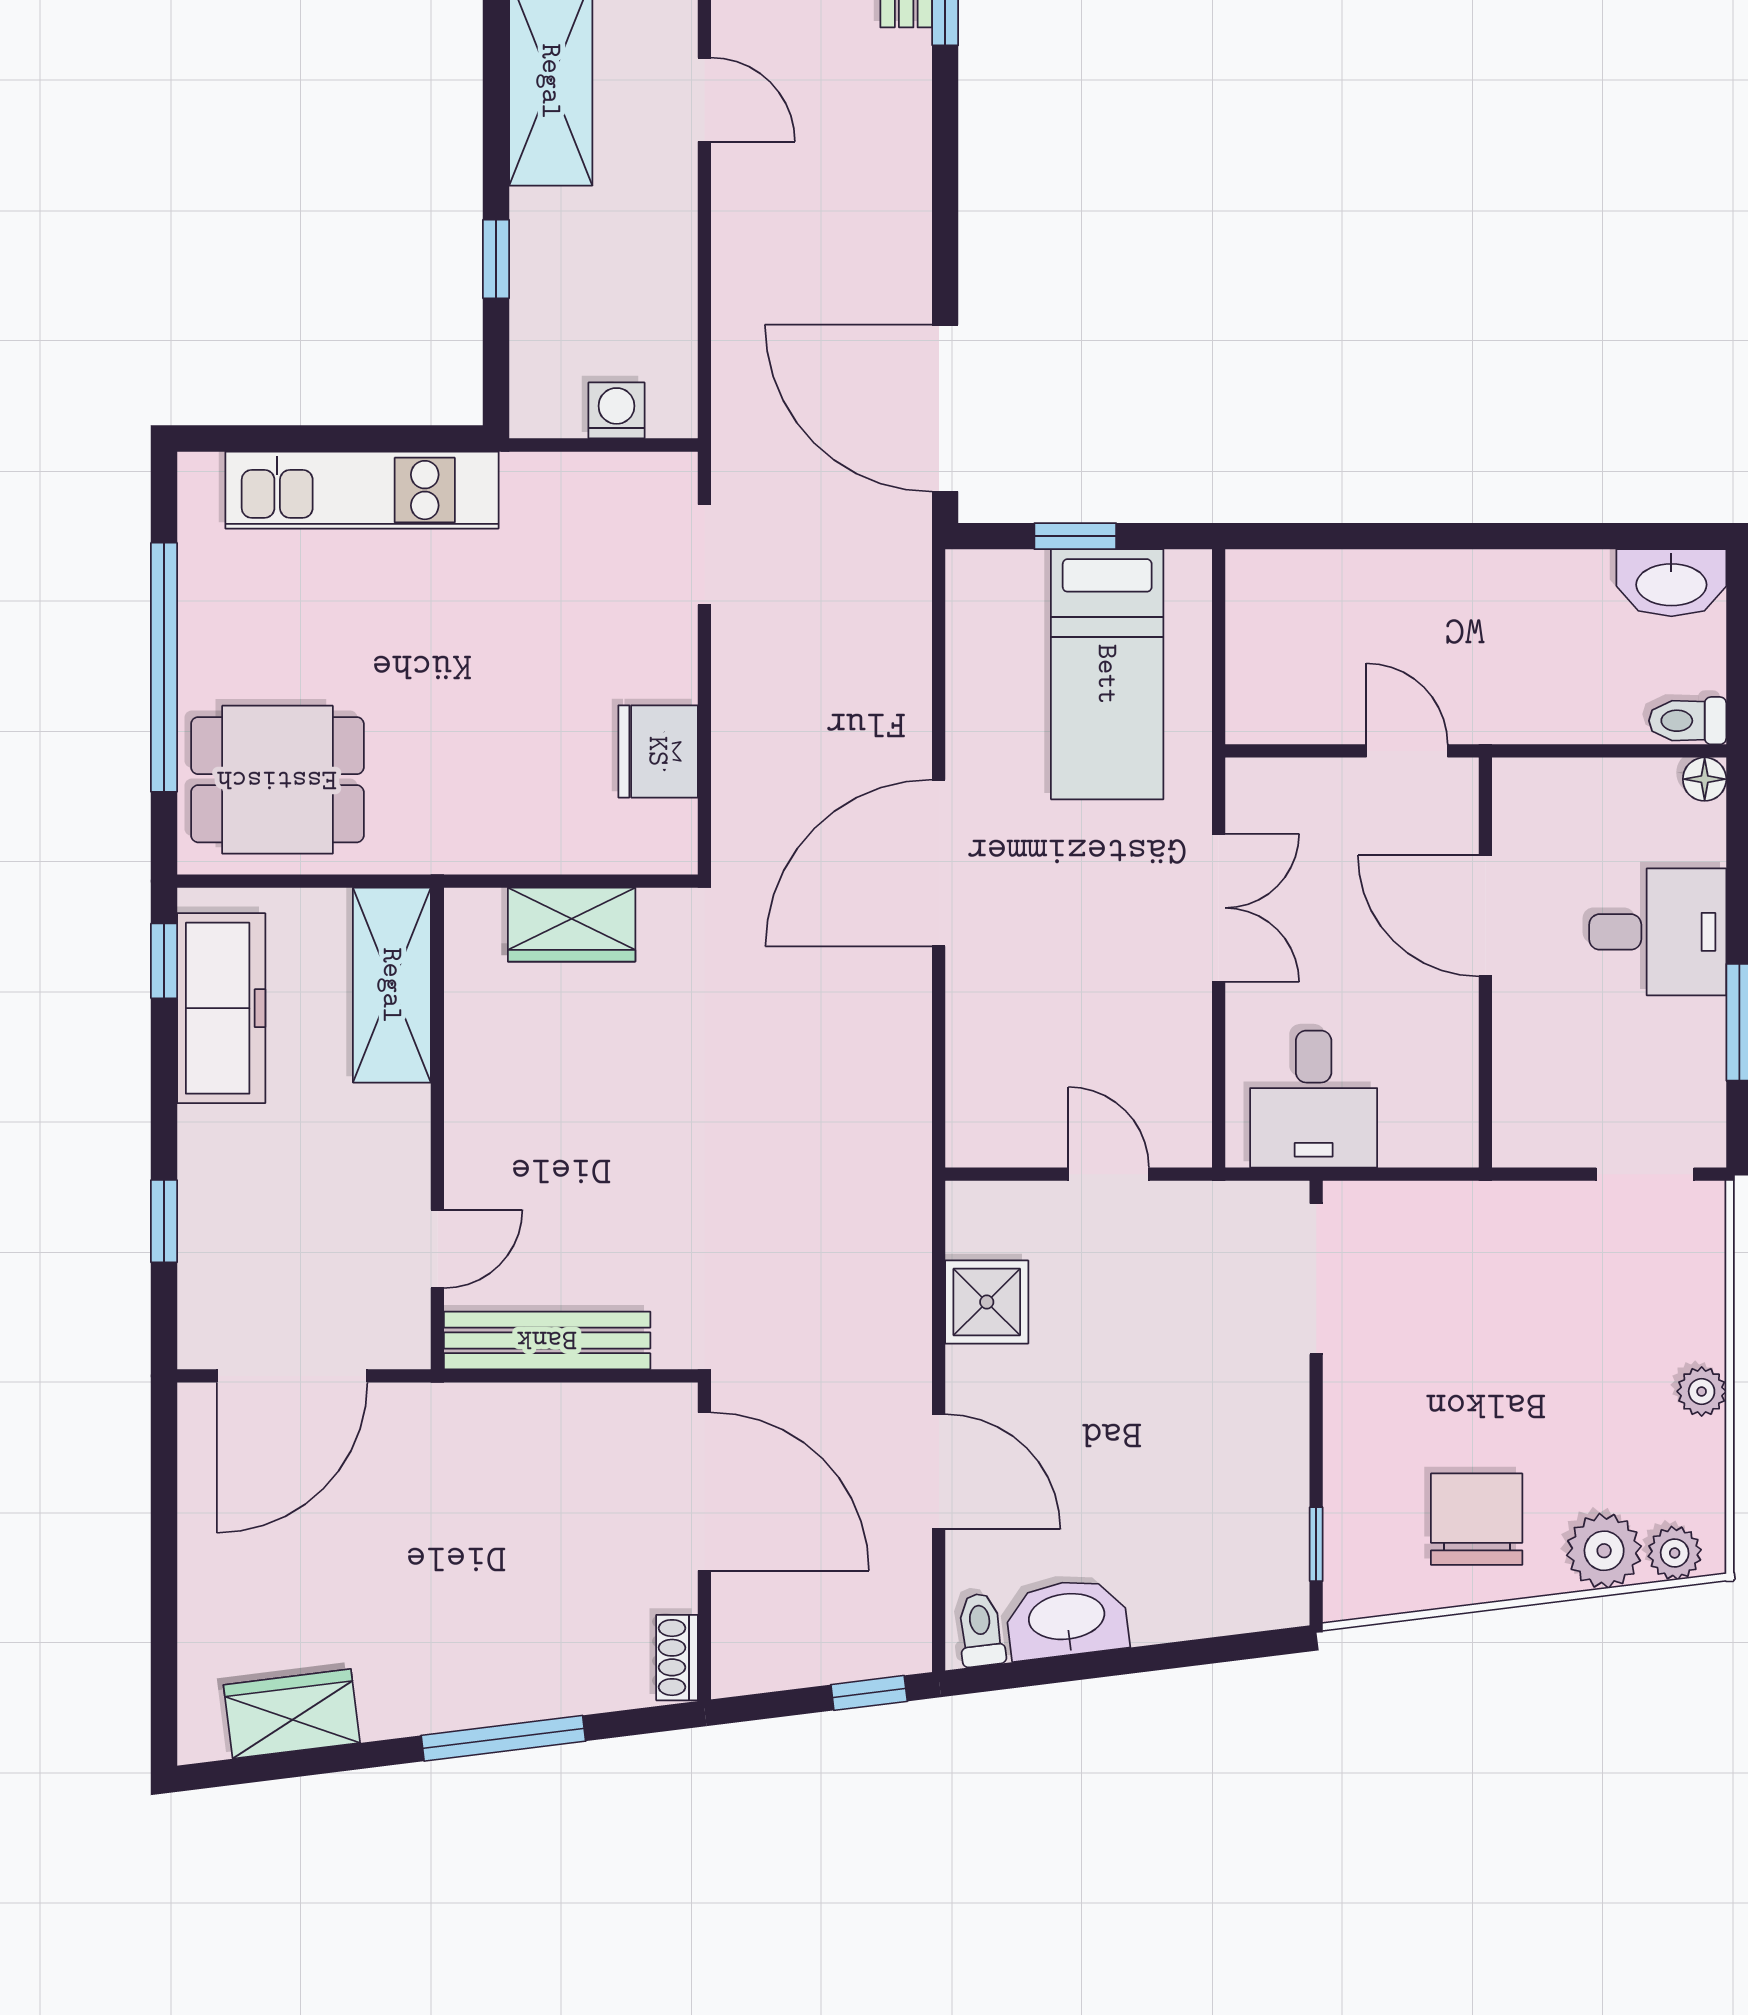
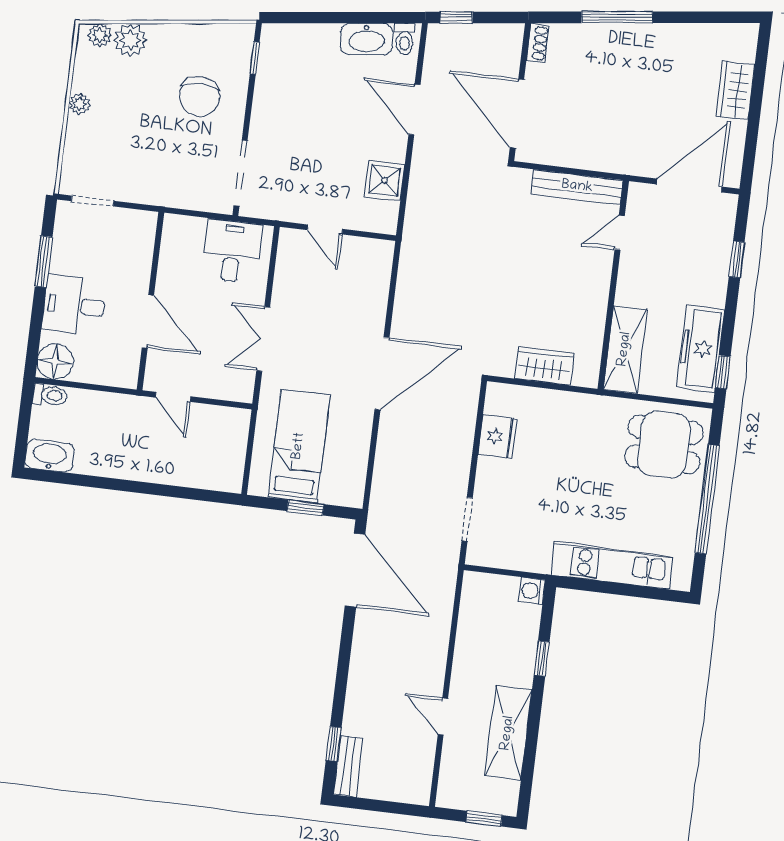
washing machine: (616, 410) -> (532, 591), moved, turned 90
floor lamp: (1705, 779) -> (55, 362), width x1.89, depth x1.89
chair: (1477, 1519) -> (200, 96), moved
wardrobe: (292, 1714) -> (735, 90), moved, turned 97

